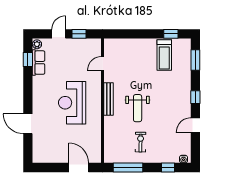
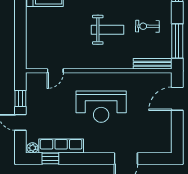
row of seats: (39, 63) -> (61, 146), width x1.48
door: (103, 64) -> (55, 71), hinge flipped
bench: (109, 99) -> (153, 64), moved

